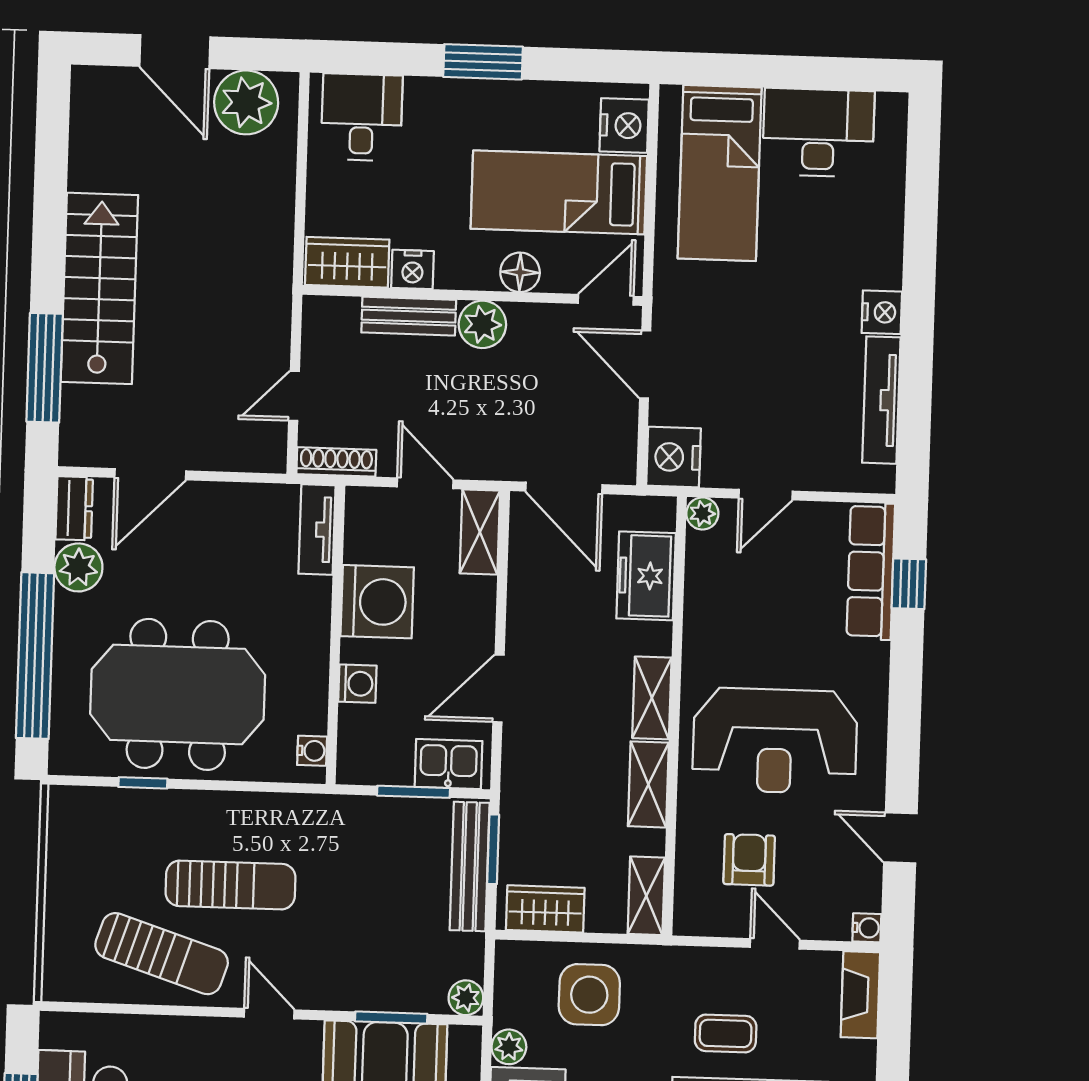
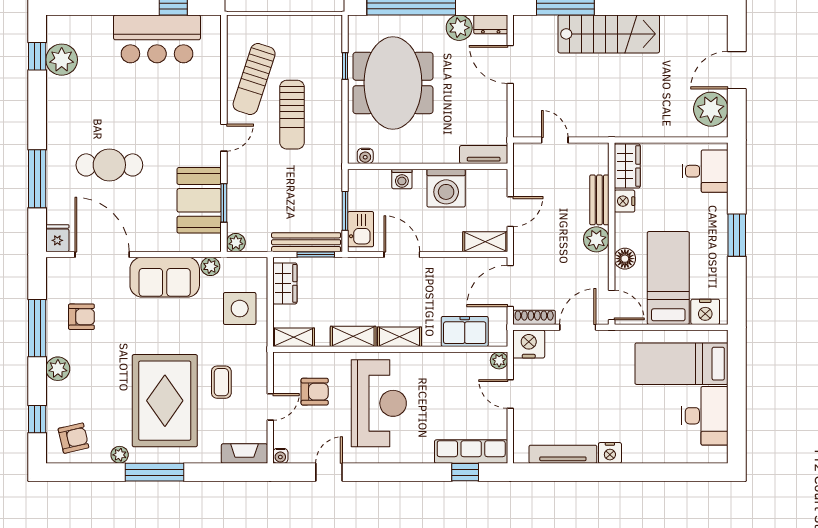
shoe rack: (336, 462) -> (534, 317), moved, turned -90
reception desk: (775, 741) -> (379, 403), turned 180

